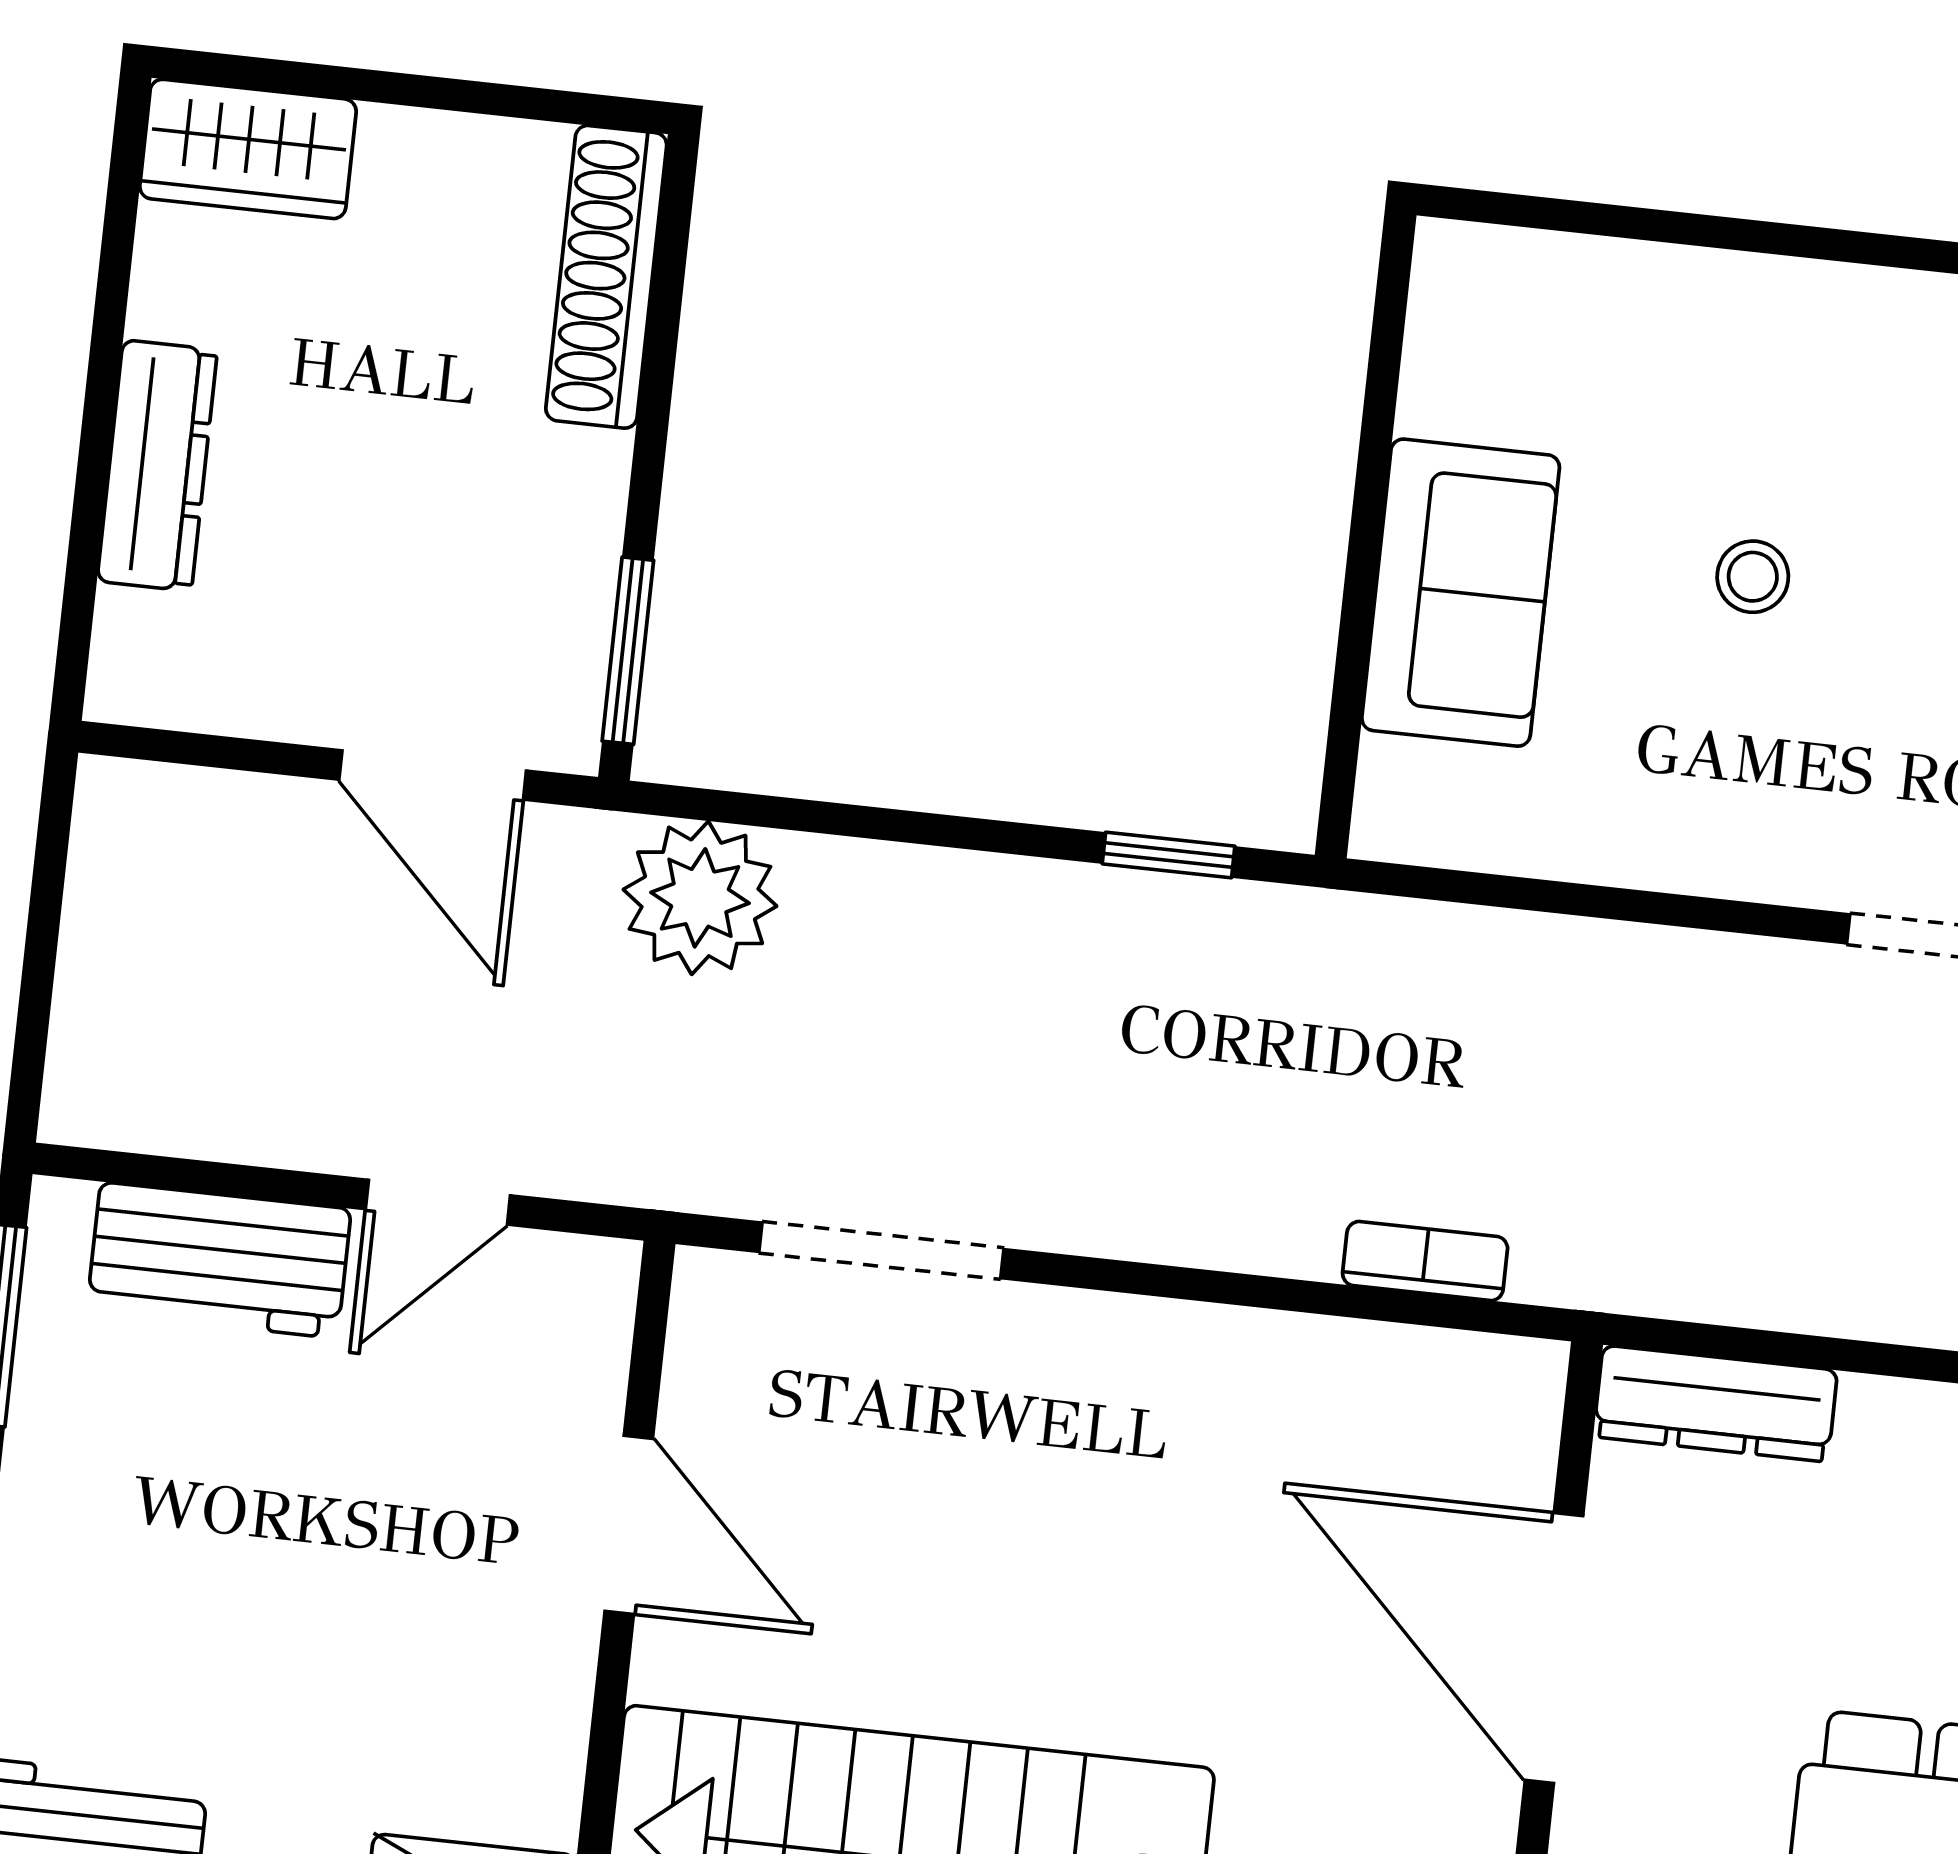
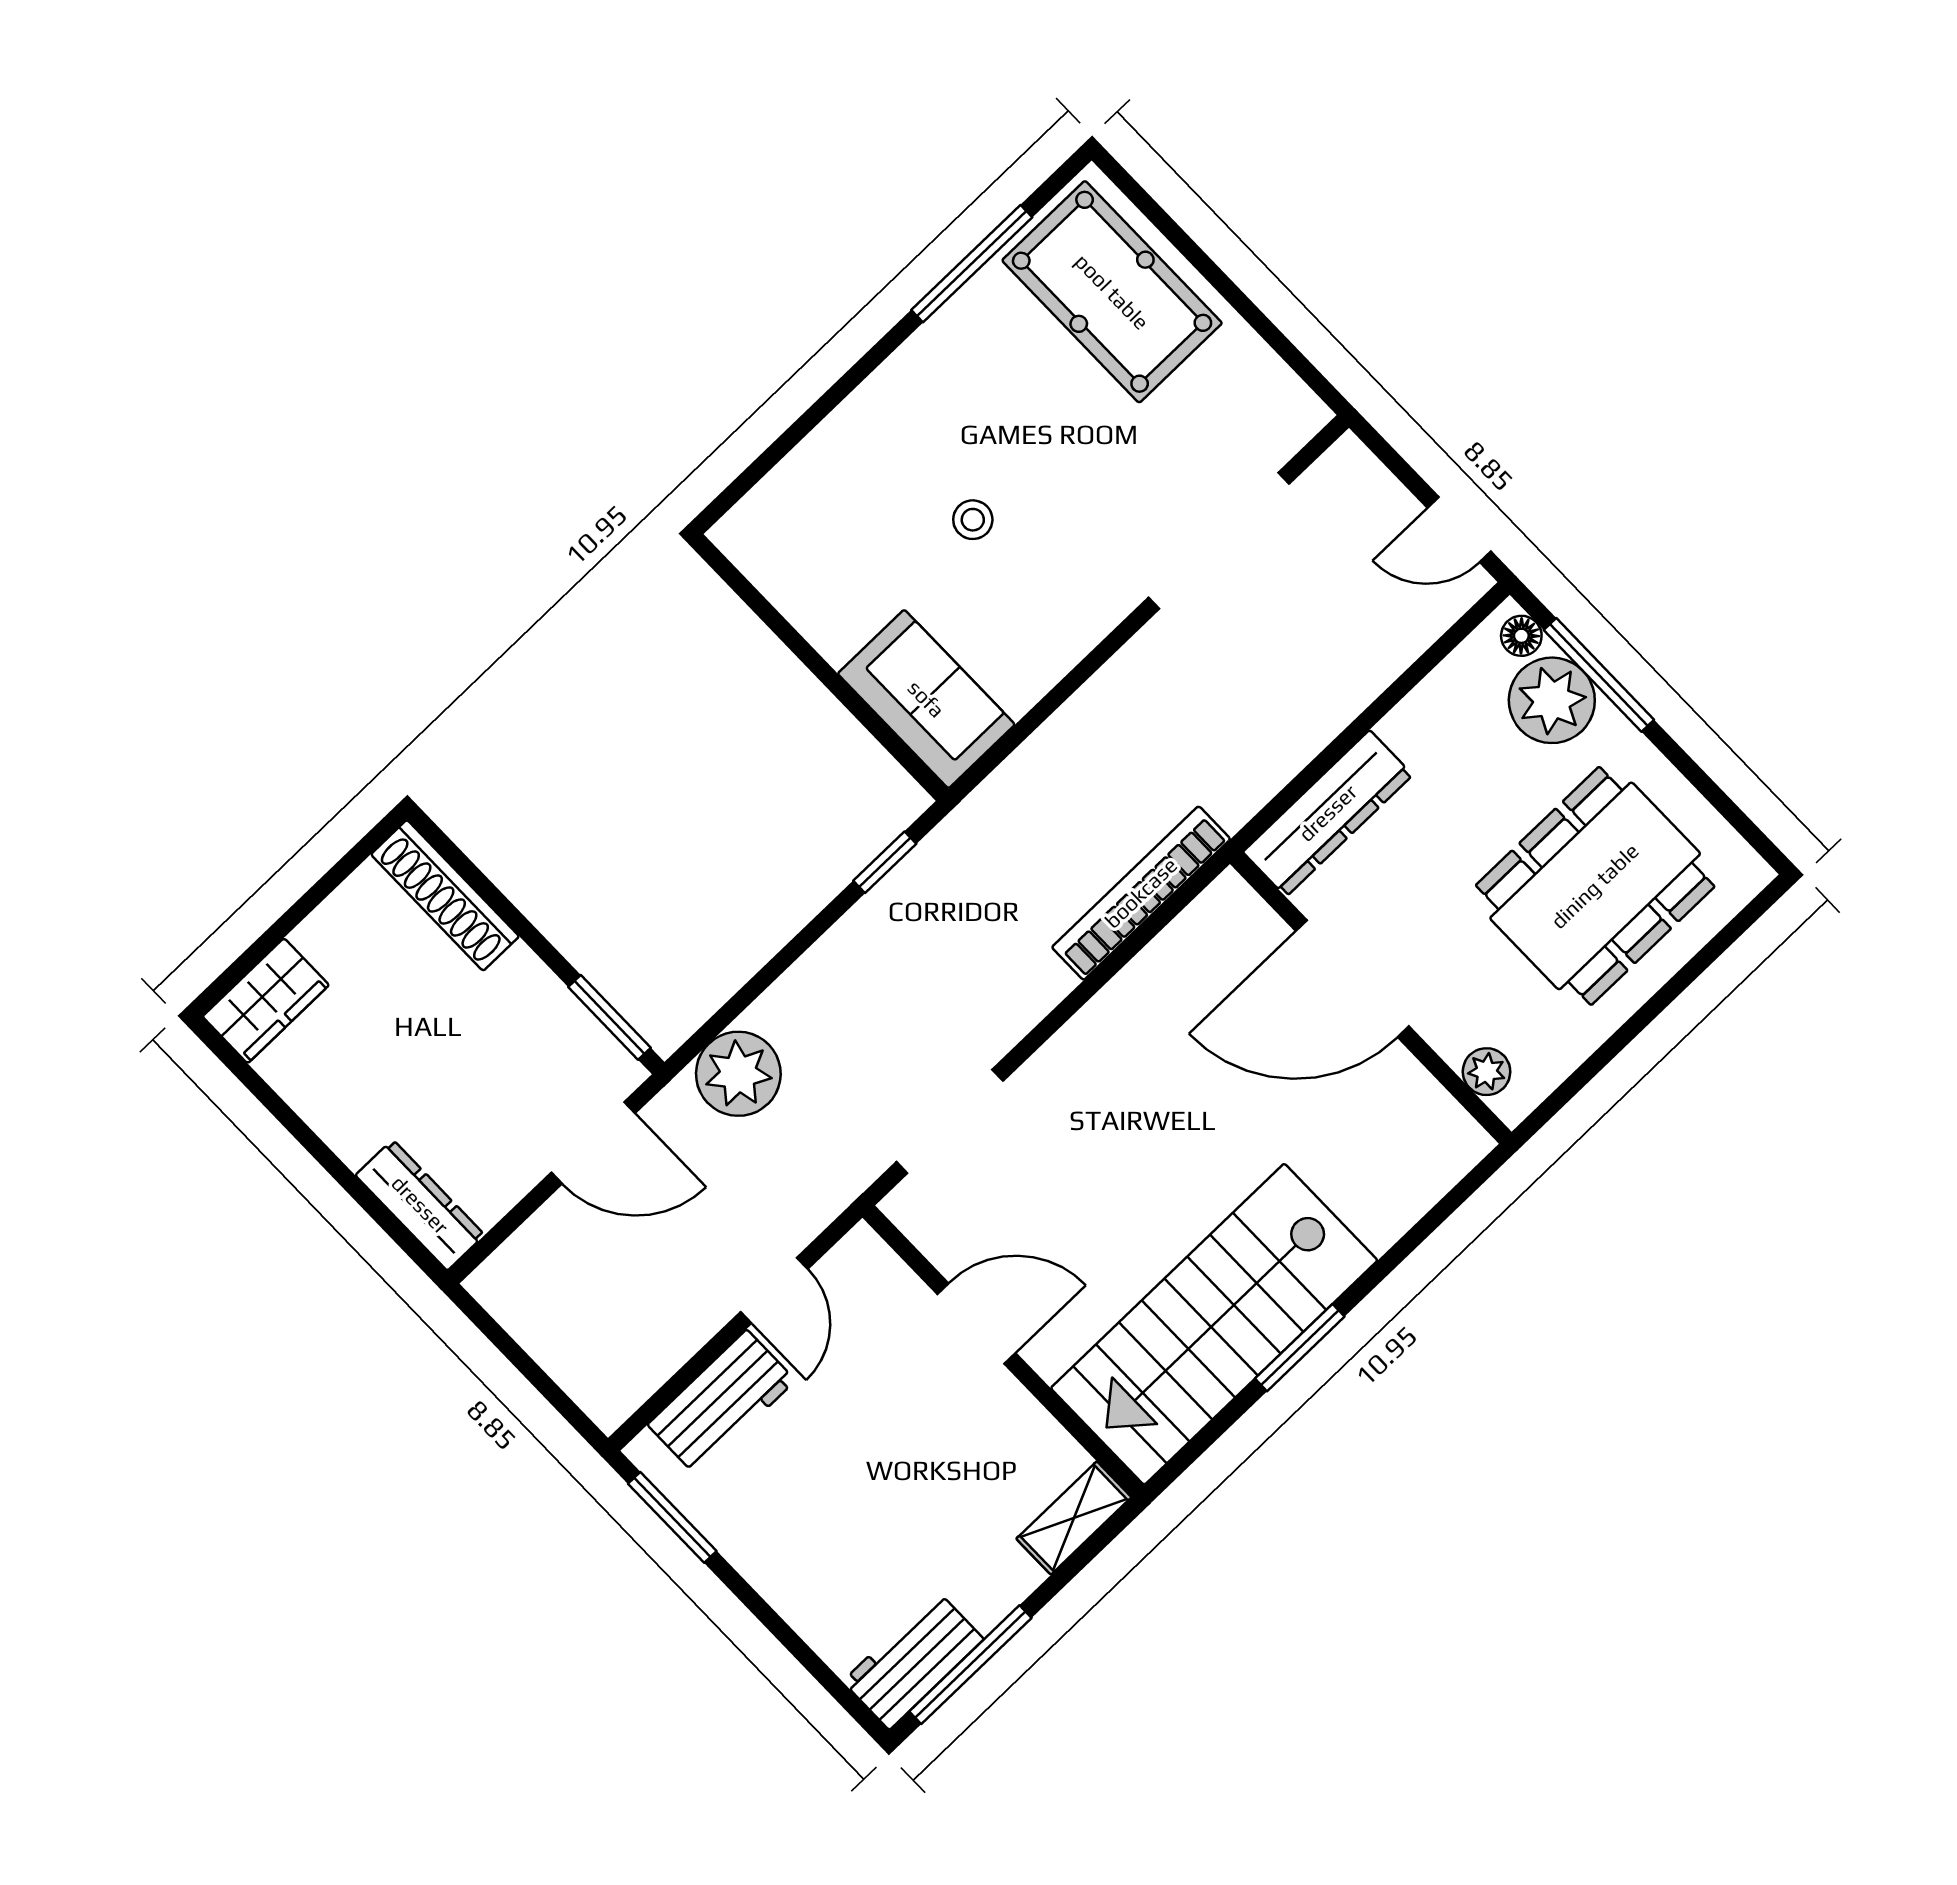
dresser: (157, 465) -> (420, 1205), moved
sofa: (1461, 593) -> (926, 699), moved
bookcase: (1425, 1261) -> (1141, 893), width x2.31, depth x1.31
dresser: (1715, 1404) -> (1328, 813), width x1.37, depth x1.24

